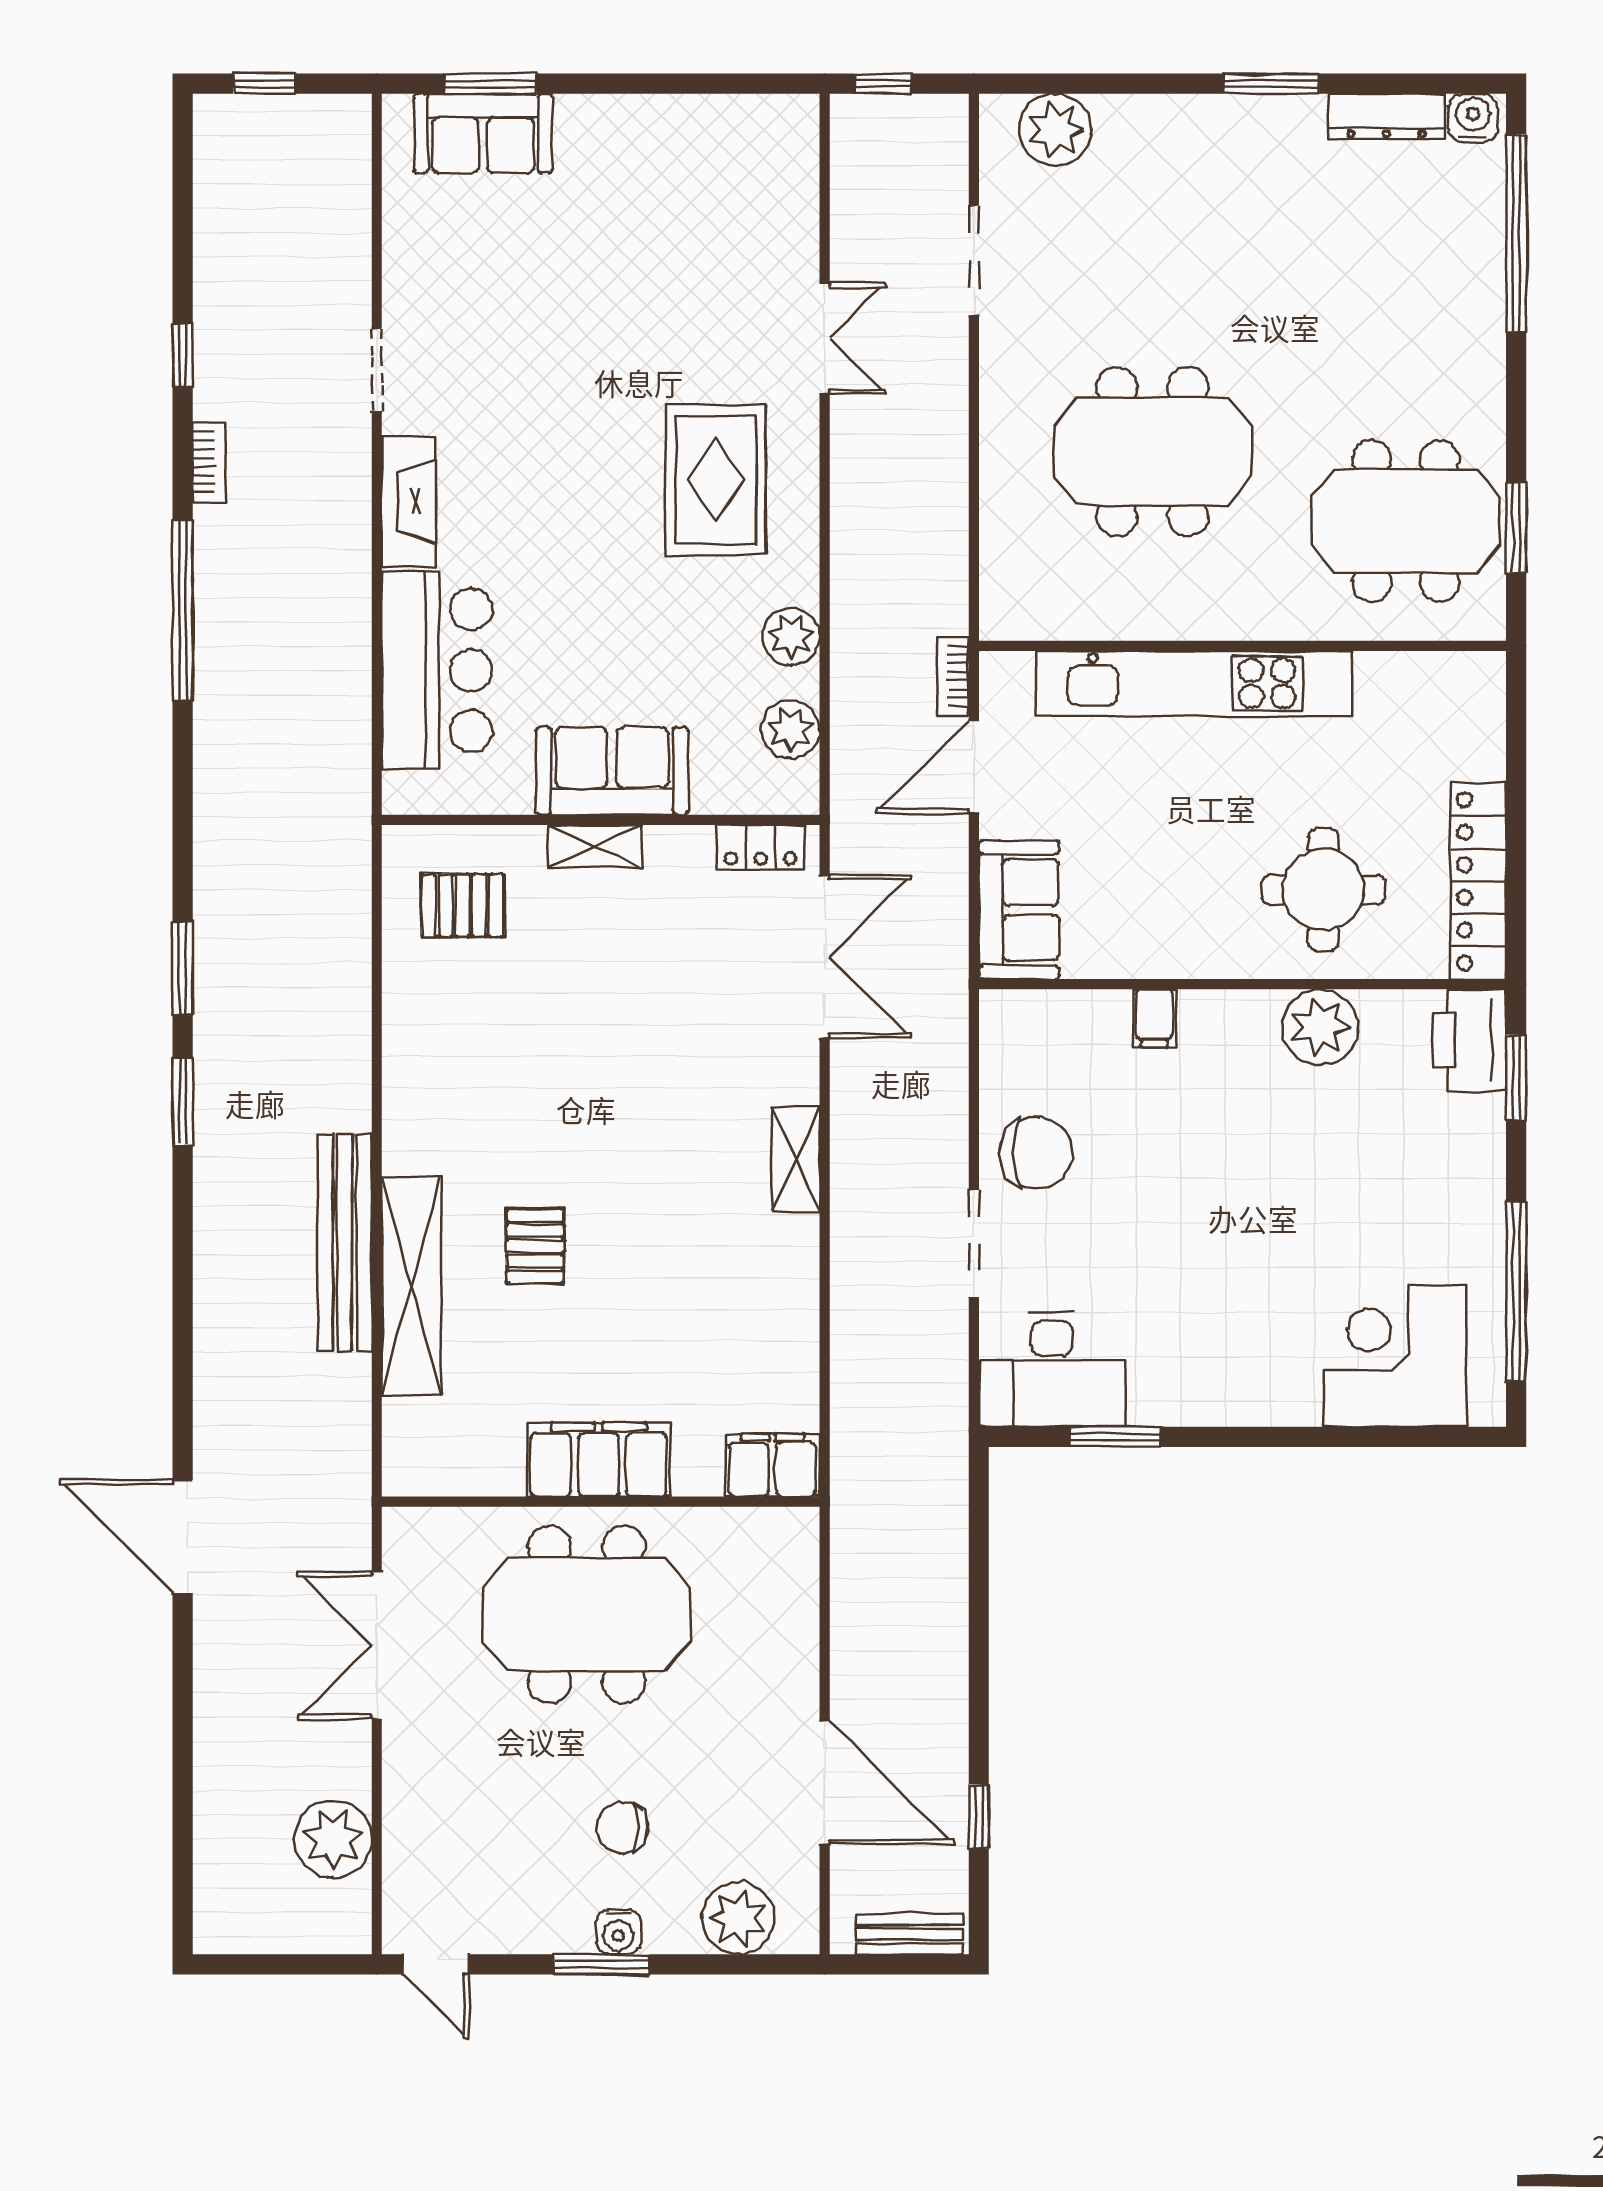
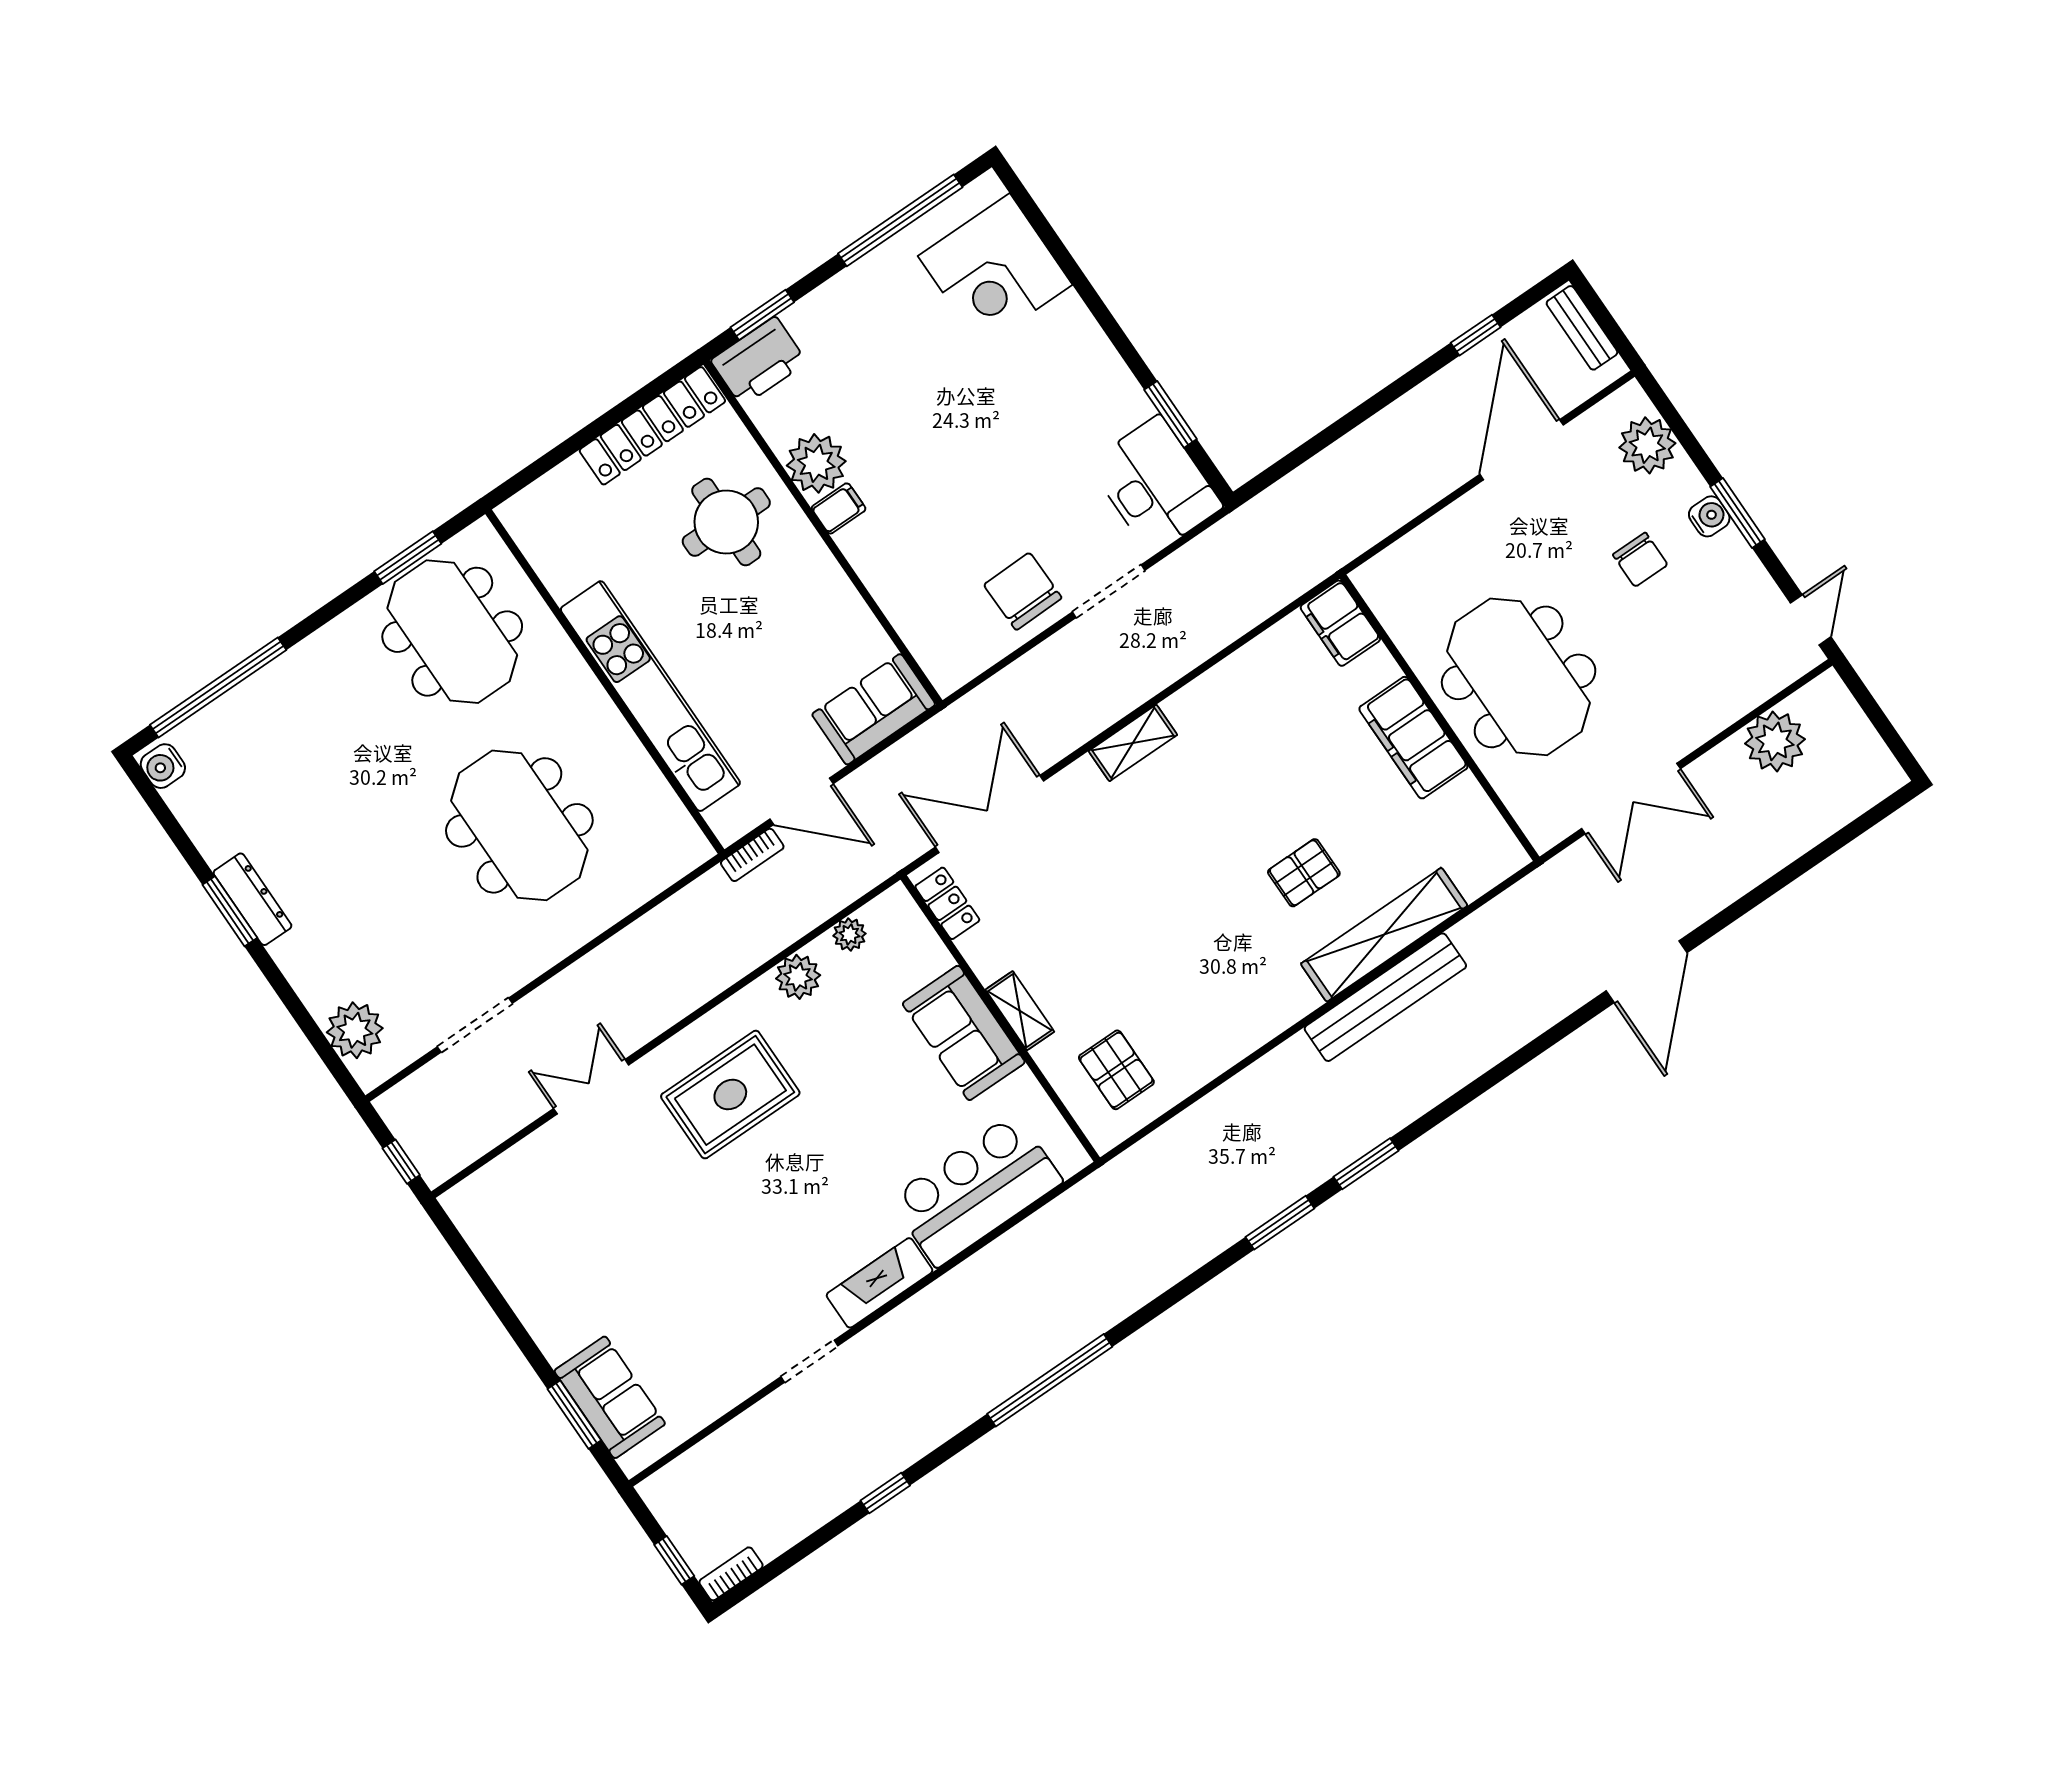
dresser: (1387, 116) -> (252, 899), moved
bookcase: (209, 462) -> (731, 1574), moved
plant: (791, 729) -> (849, 935), width x0.73, depth x0.73
filing cabinet: (1154, 1018) -> (839, 508), moved

